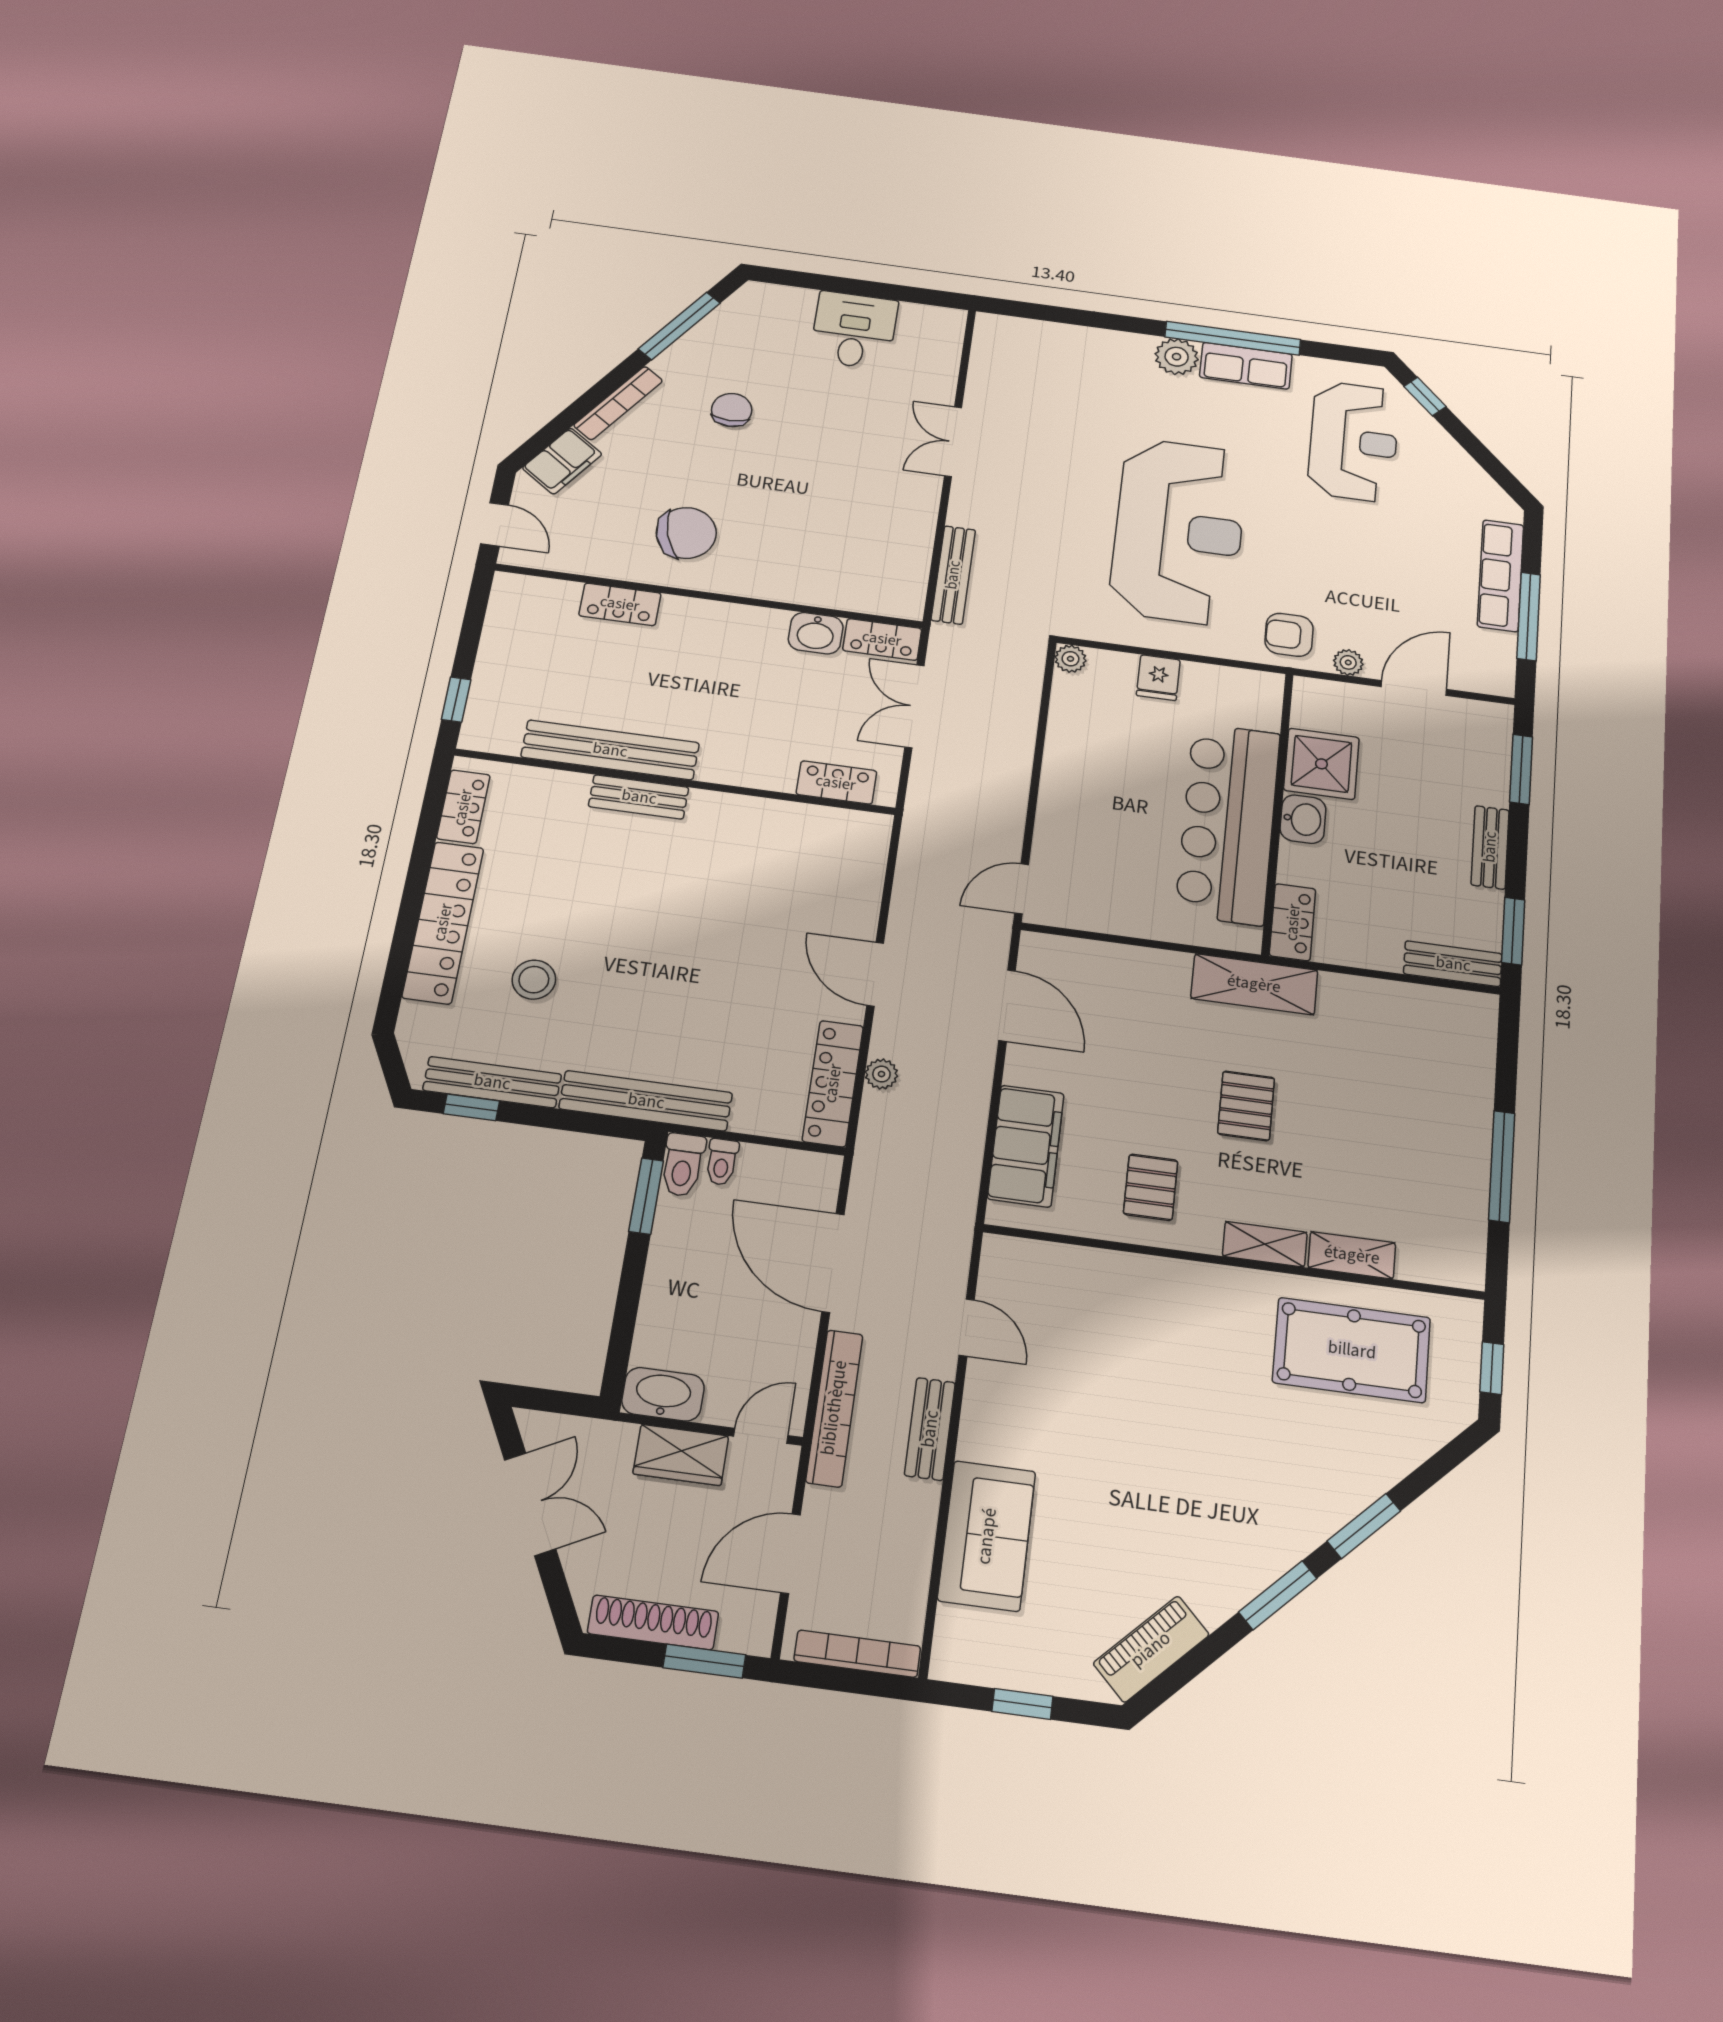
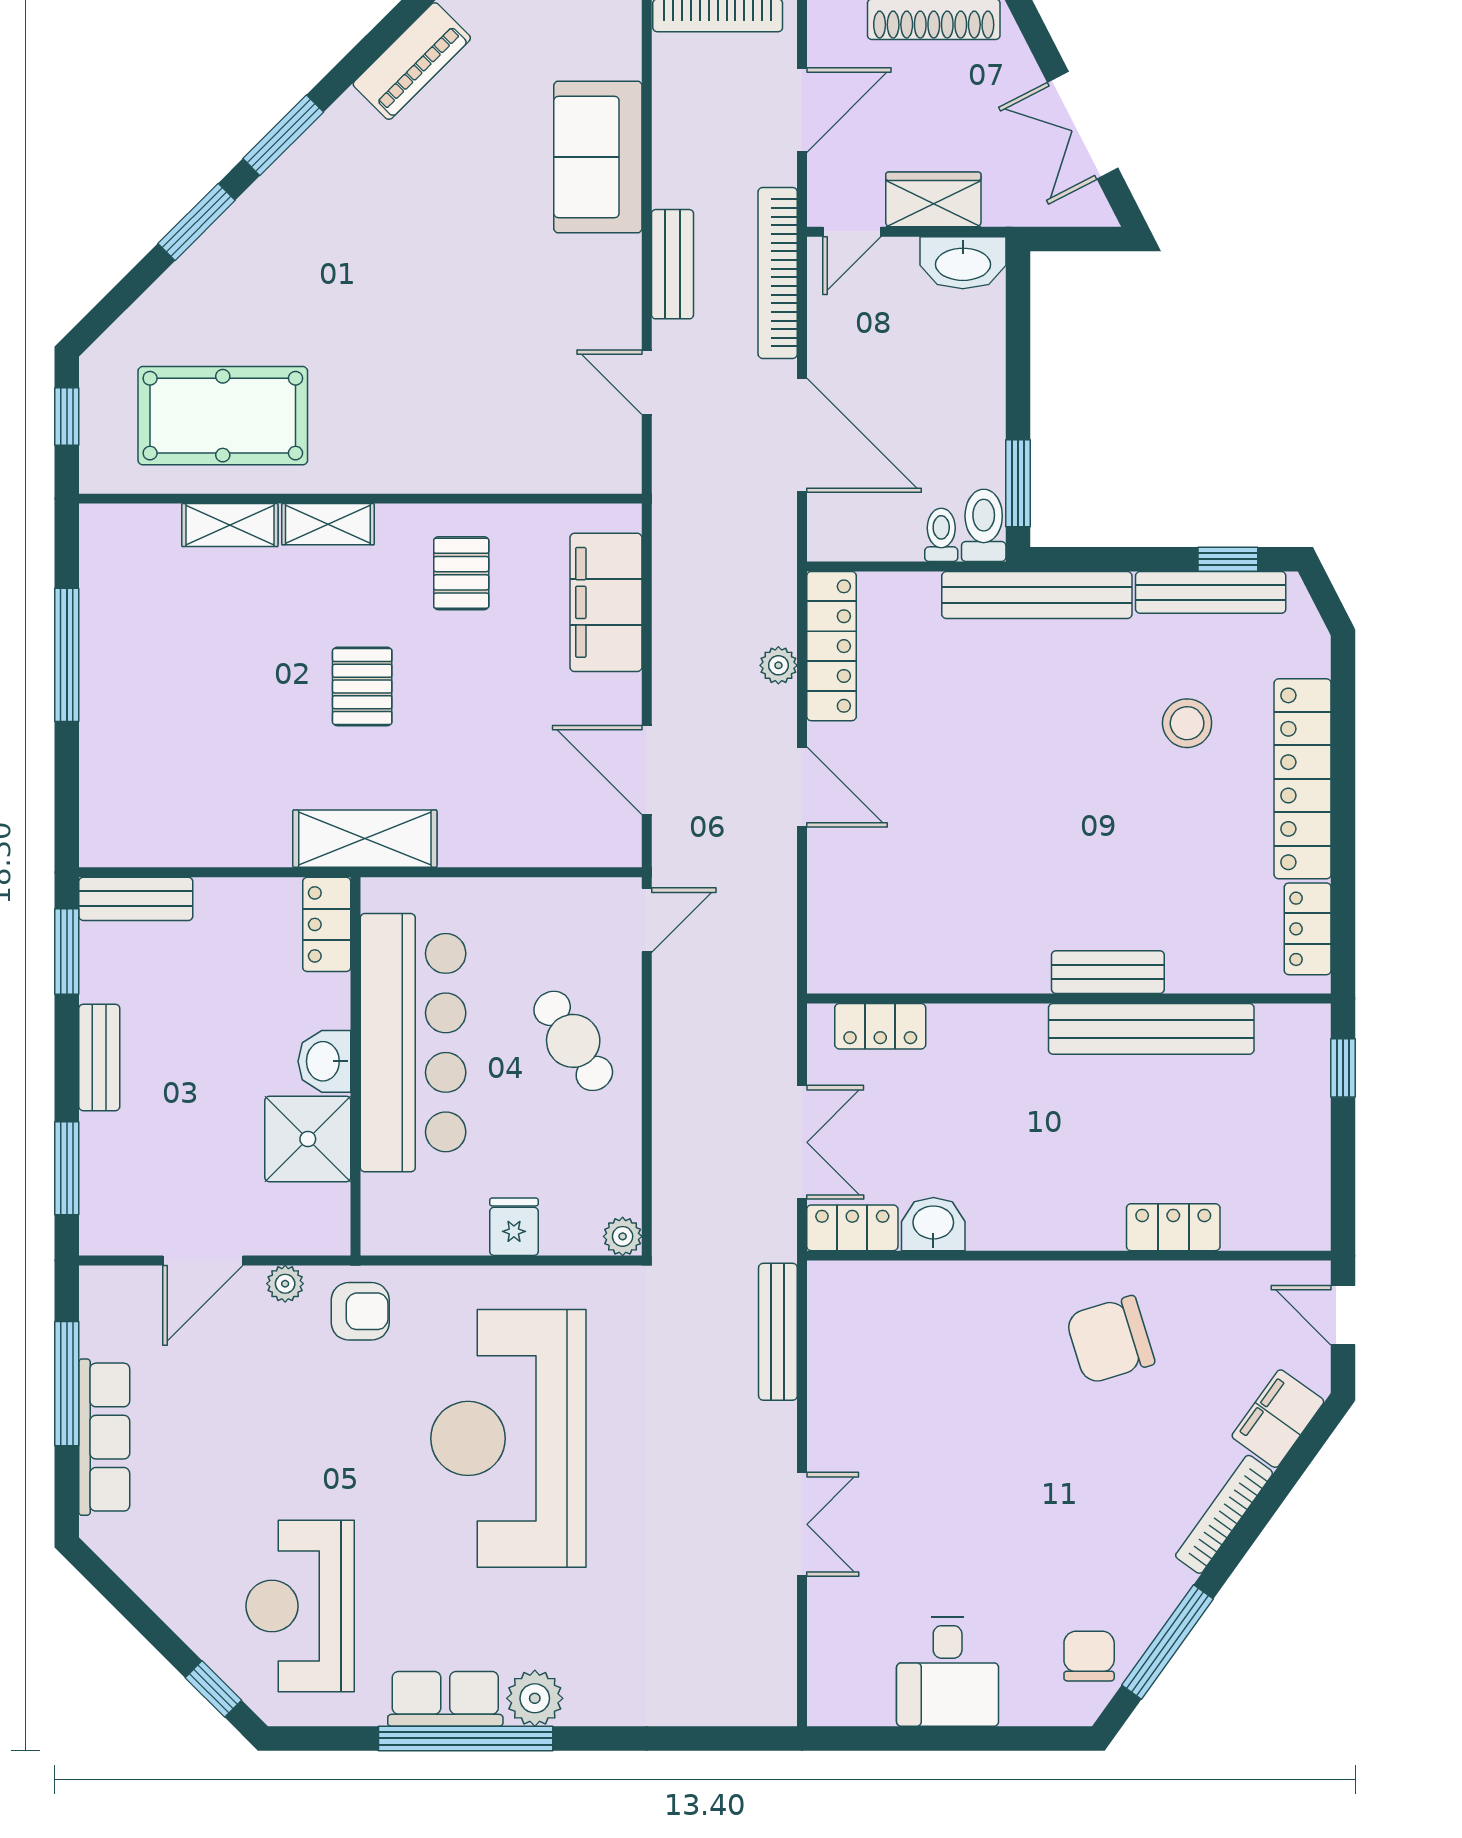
chair: (732, 410) -> (1089, 1656), moved, turned 180
cafe table: (1094, 806) -> (573, 1041), added

